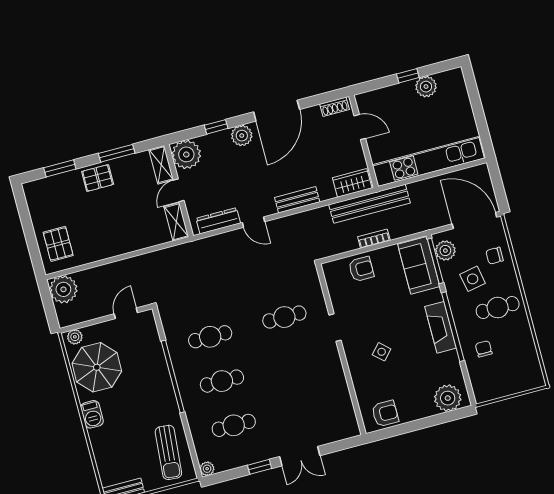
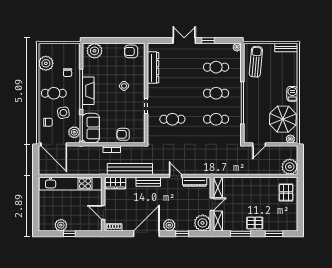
bench: (369, 204) -> (130, 169), moved
plant: (525, 355) -> (46, 63), added
dresser: (341, 396) -> (153, 68), added

